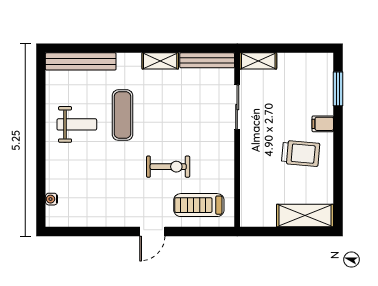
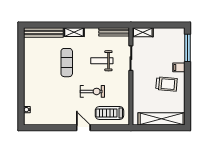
shelving: (160, 61) -> (74, 32), moved
window: (338, 89) -> (187, 48), width x1.44
weight bench: (77, 124) -> (102, 61), moved, turned 180
shelving: (305, 216) -> (162, 119), width x1.47
door: (152, 232) -> (83, 128), swing flipped

